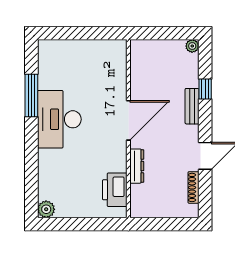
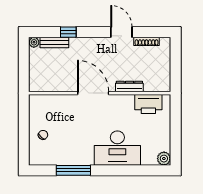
chair: (76, 57) -> (43, 135), added
bench: (192, 106) -> (54, 42), moved
desk: (59, 119) -> (117, 148), moved

